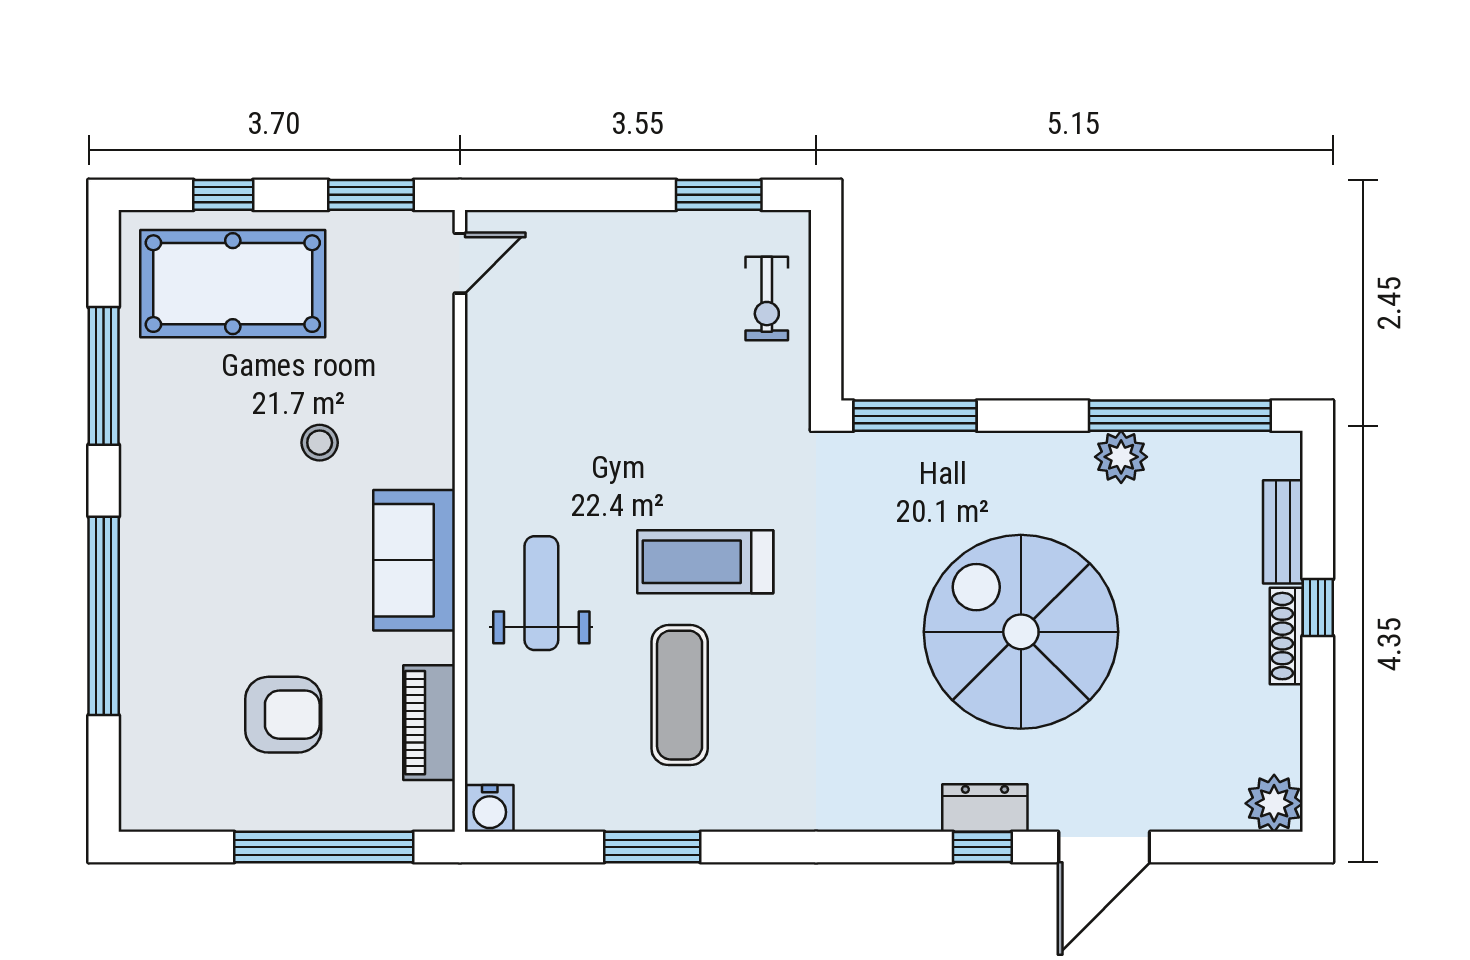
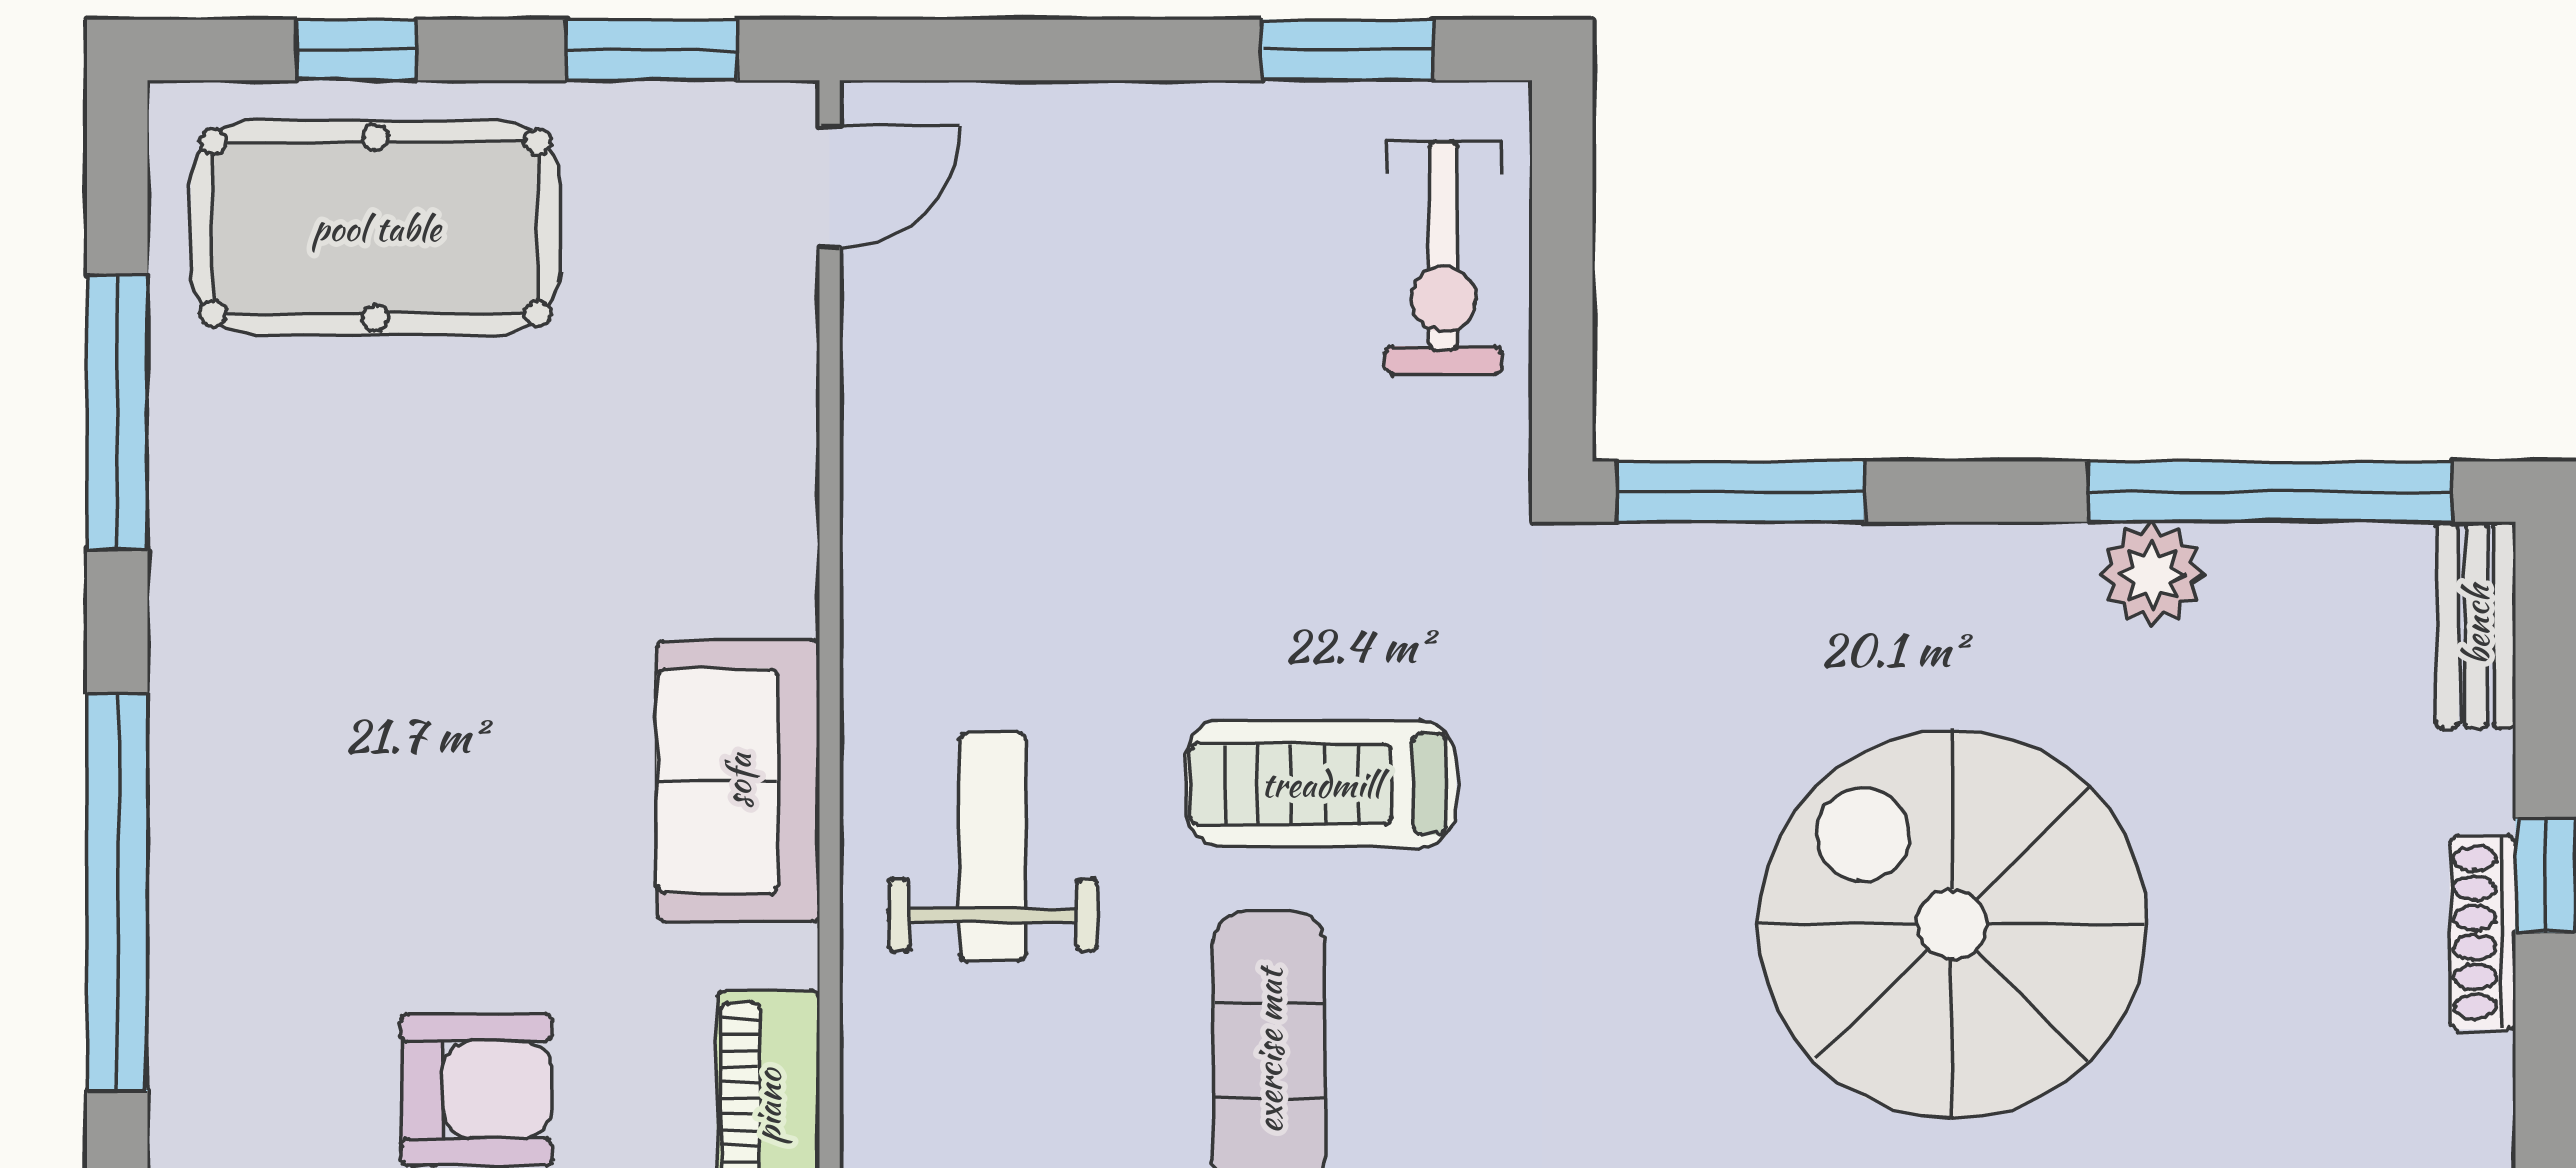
exercise bike: (767, 298) -> (1444, 257), width x1.38, depth x1.39
stool: (320, 443) -> (549, 546), removed
bench: (1283, 532) -> (2476, 625), moved

